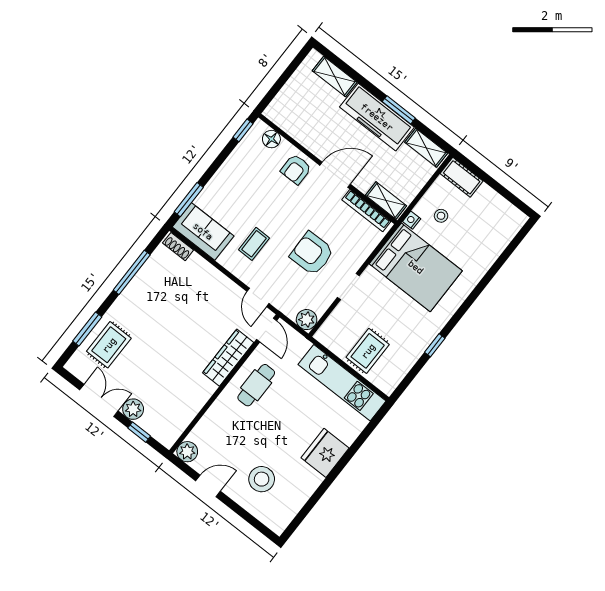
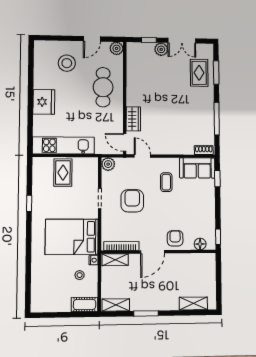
freezer: (377, 117) -> (155, 300), removed
window: (189, 200) -> (217, 179), width x0.67
armchair: (312, 254) -> (132, 201), turned -89
wardrobe: (228, 358) -> (133, 119), width x0.67
cafe table: (256, 385) -> (103, 87), moved, width x1.37, depth x1.35

